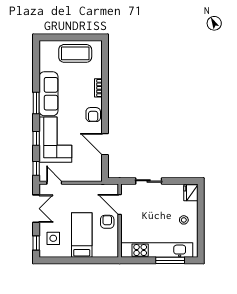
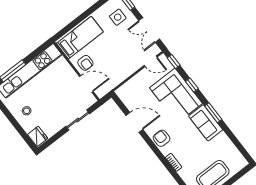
sofa: (48, 94) -> (206, 123), width x0.73
bed: (82, 235) -> (80, 38), moved, turned -90

